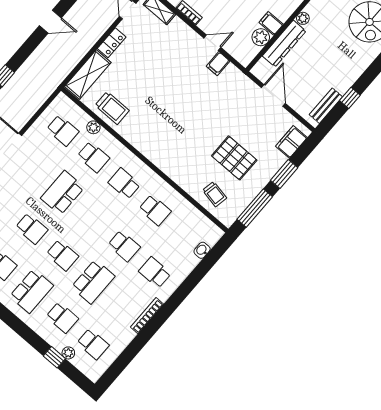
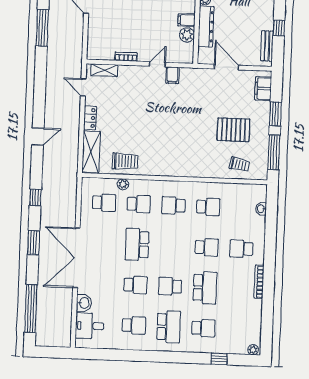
school desk: (62, 255) -> (170, 286), turned 180
school desk: (93, 344) -> (238, 330), removed
plant: (68, 353) -> (253, 350), moved

